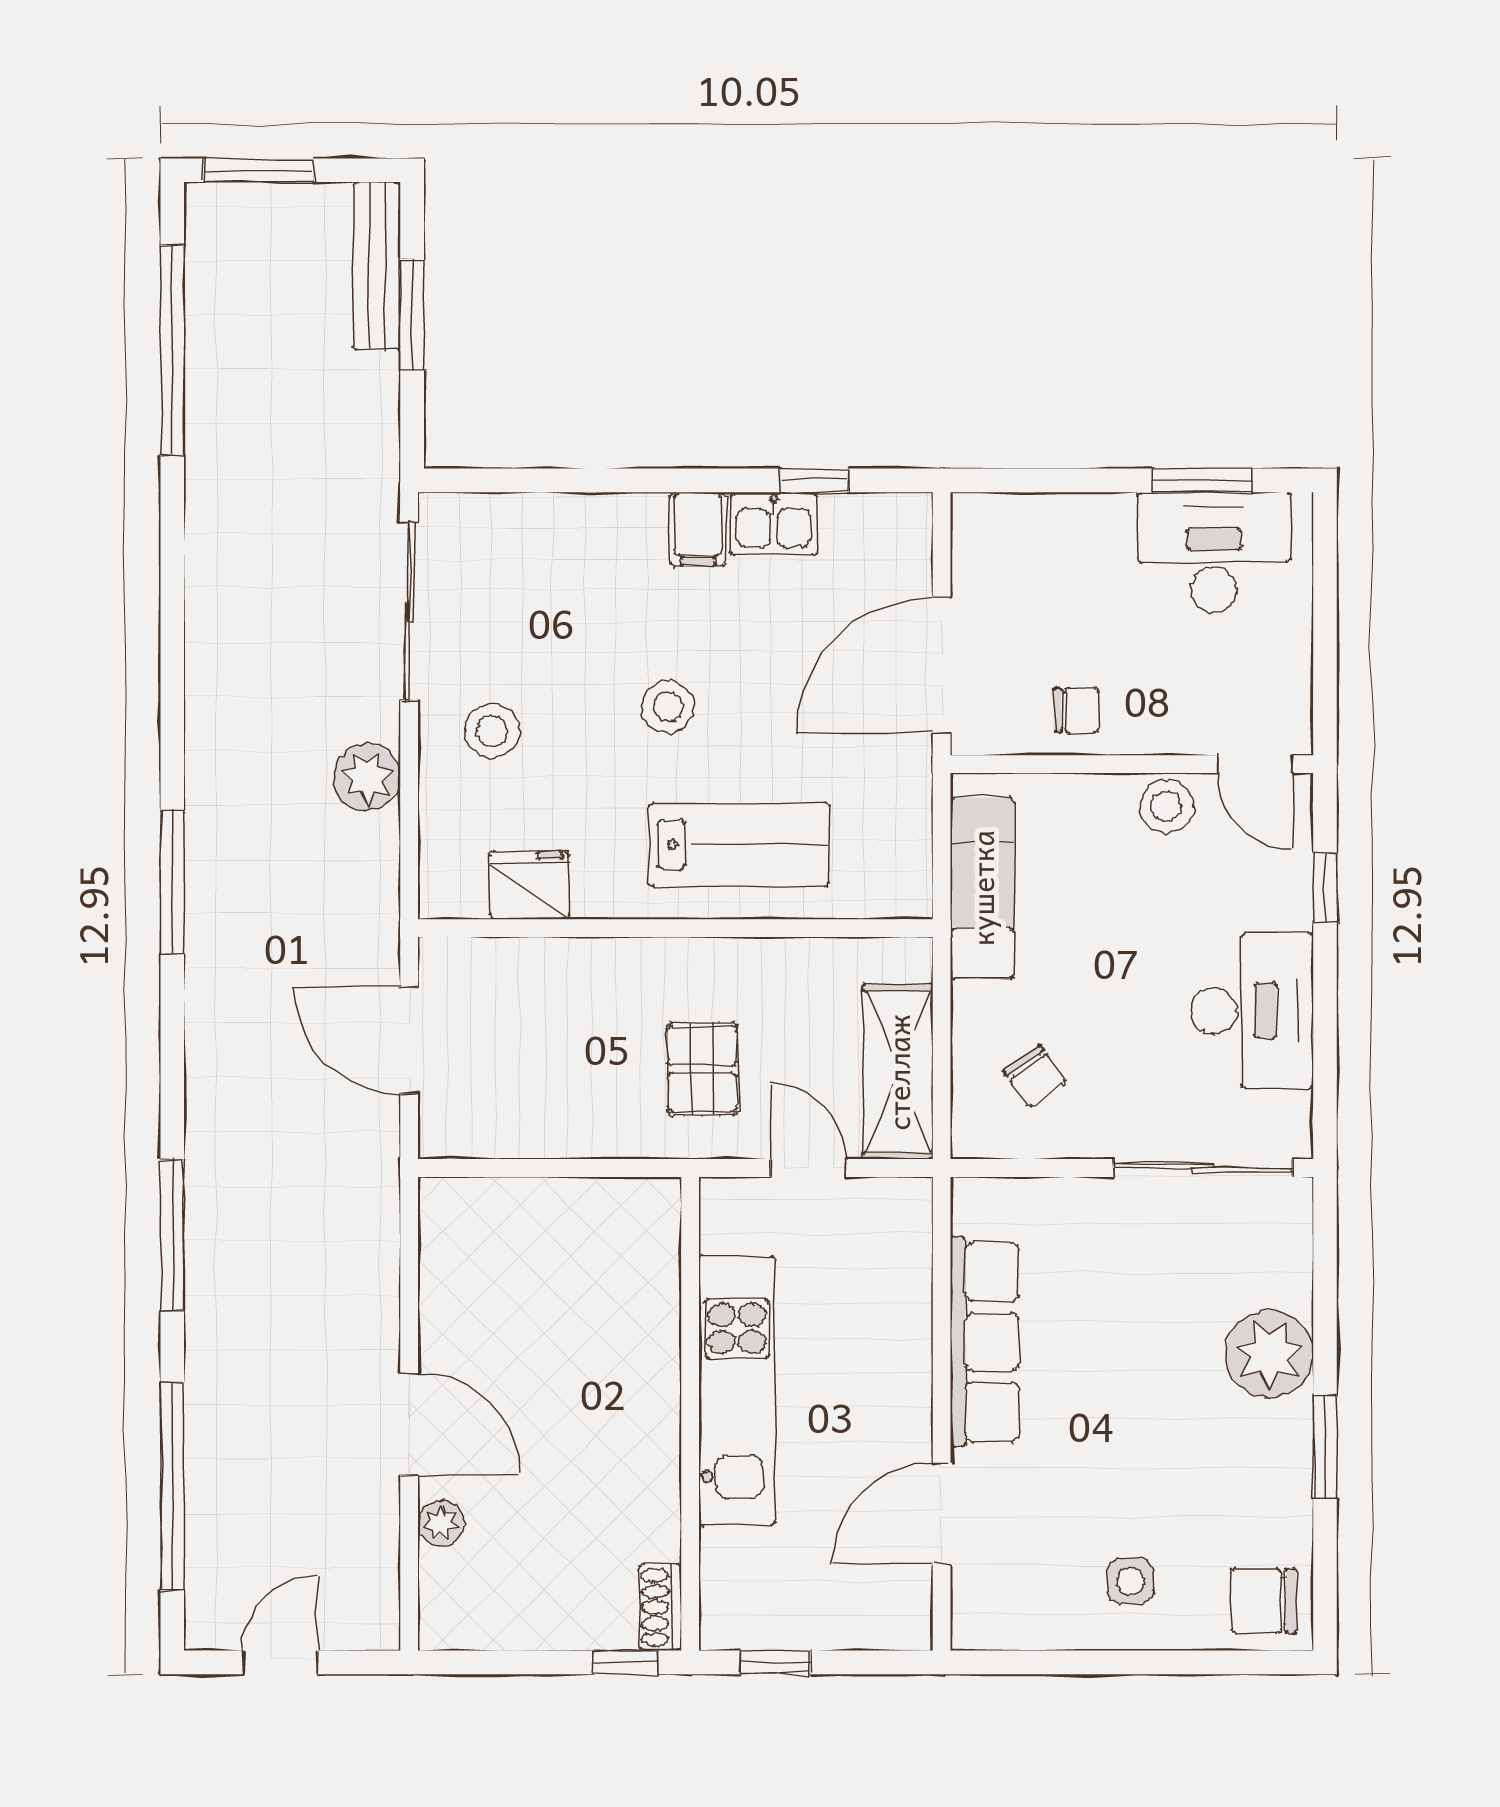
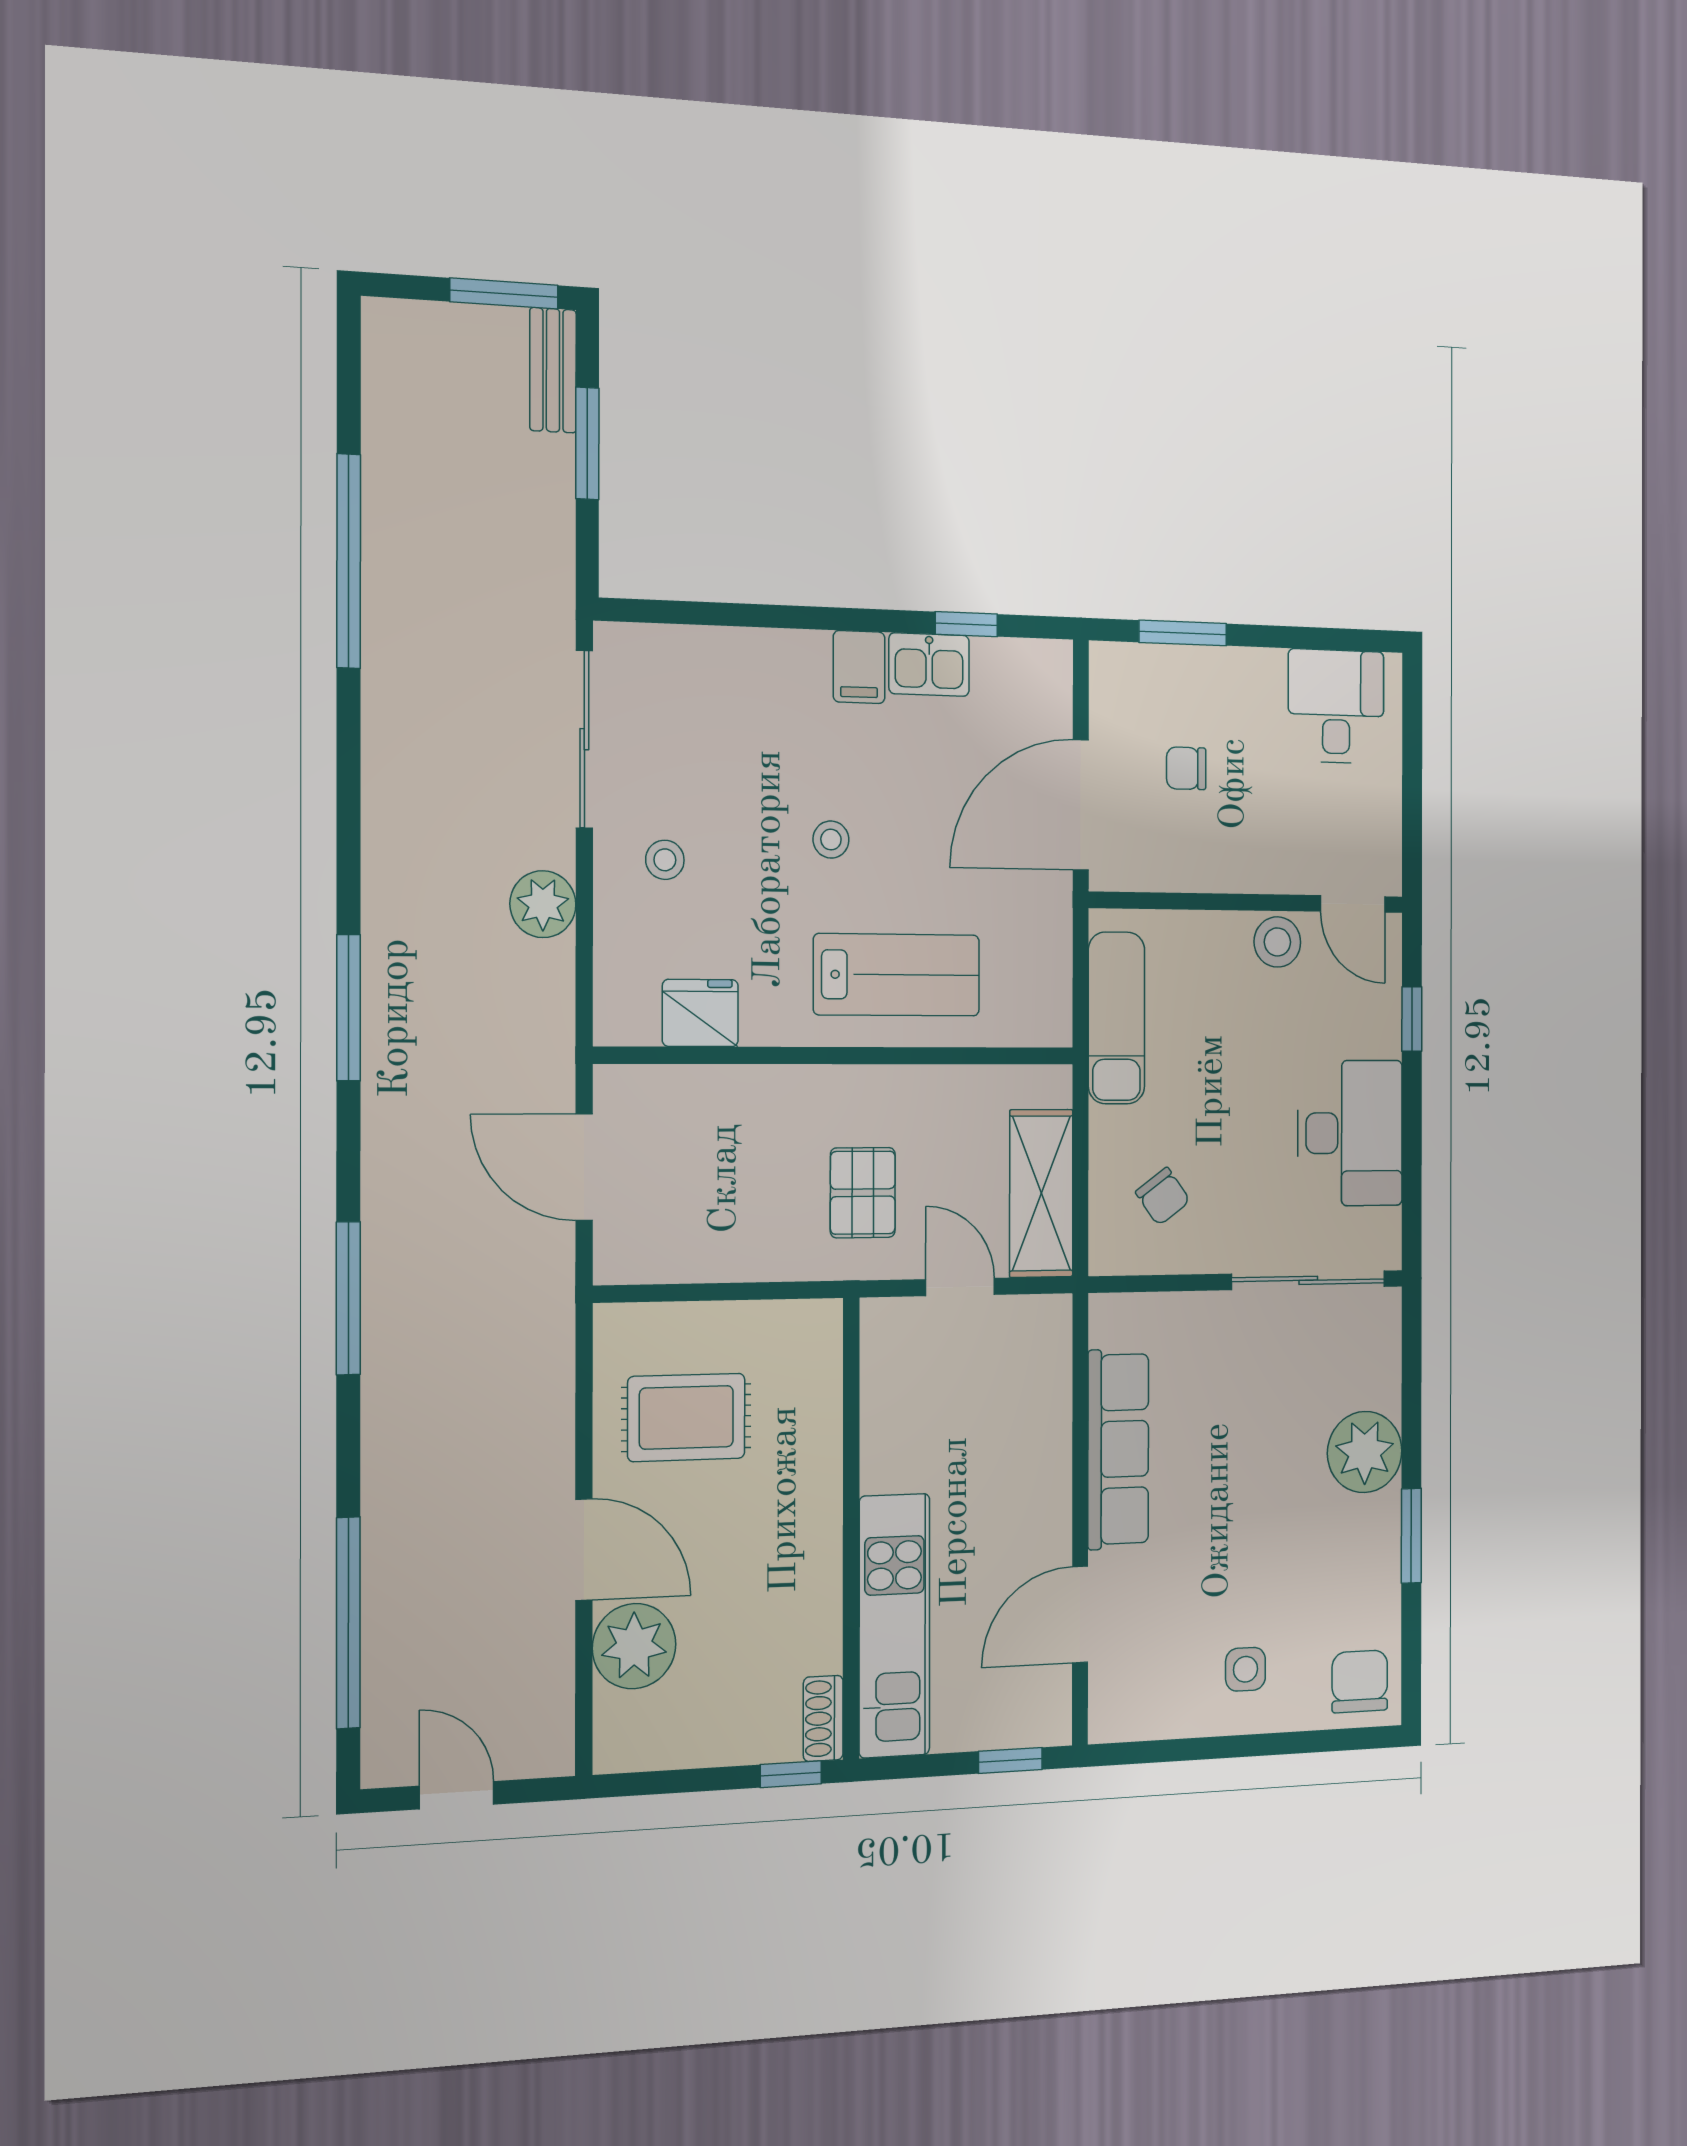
window: (259, 170) -> (504, 293), moved
bench: (377, 266) -> (553, 370), width x0.73
window: (172, 350) -> (349, 561), moved
window: (1202, 480) -> (1183, 633), moved
desk: (1214, 552) -> (1336, 706), width x0.73
stool: (668, 707) -> (831, 840), width x0.73, depth x0.73
chair: (1076, 710) -> (1186, 768), moved, turned 180
stool: (492, 731) -> (665, 860), width x0.73, depth x0.73
window: (172, 1235) -> (348, 1298), moved
rug: (515, 1295) -> (686, 1417), added
kitchen unit: (737, 1390) -> (894, 1626), moved
plant: (441, 1523) -> (634, 1646), width x1.87, depth x1.87
chair: (1264, 1601) -> (1360, 1681), turned 90
door: (280, 1662) -> (457, 1795), hinge flipped
window: (775, 1662) -> (1010, 1760), moved

